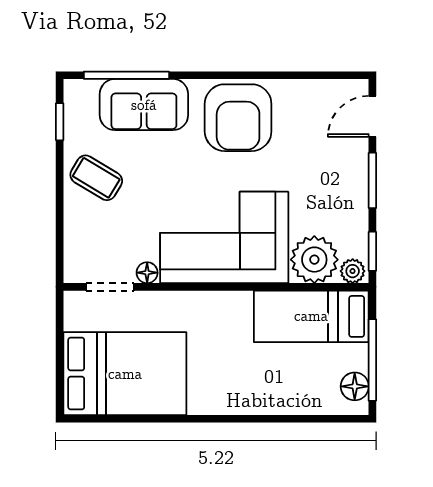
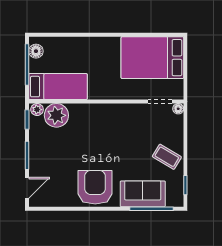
corner sofa: (224, 237) -> (102, 127), removed
floor lamp: (147, 273) -> (178, 109), moved

